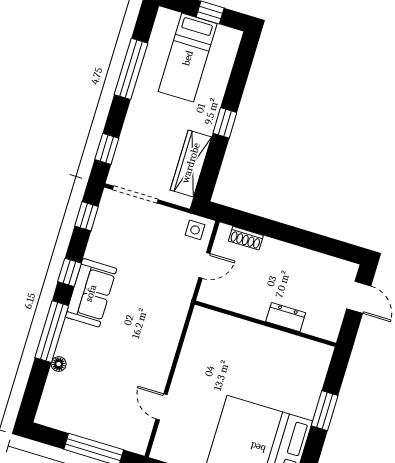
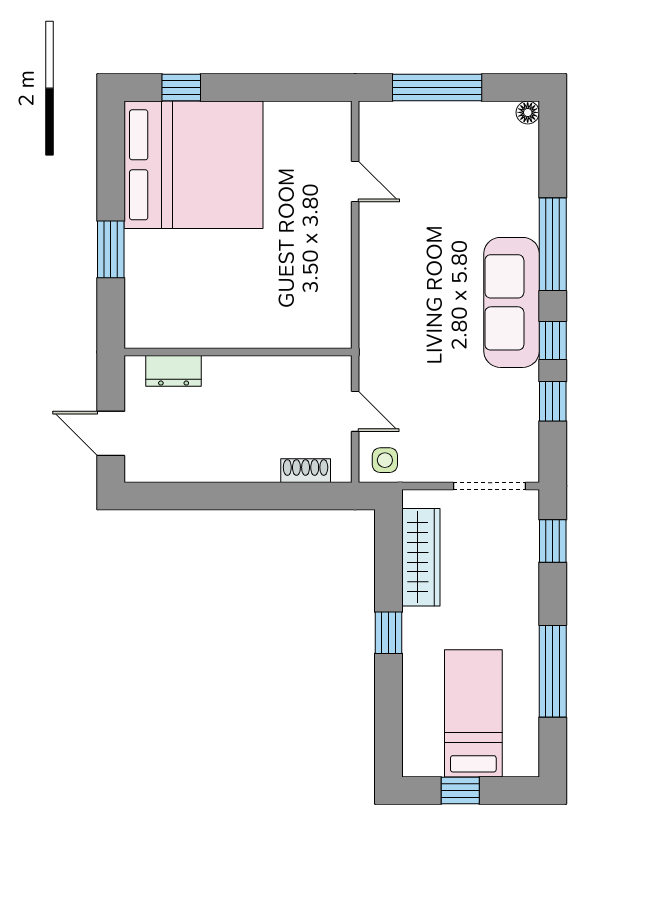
window: (87, 216) -> (553, 401), moved
door: (204, 265) -> (355, 411), swing flipped
sofa: (91, 293) -> (512, 302), width x1.36
dresser: (286, 317) -> (174, 371), moved
floor lamp: (59, 364) -> (528, 112), moved

